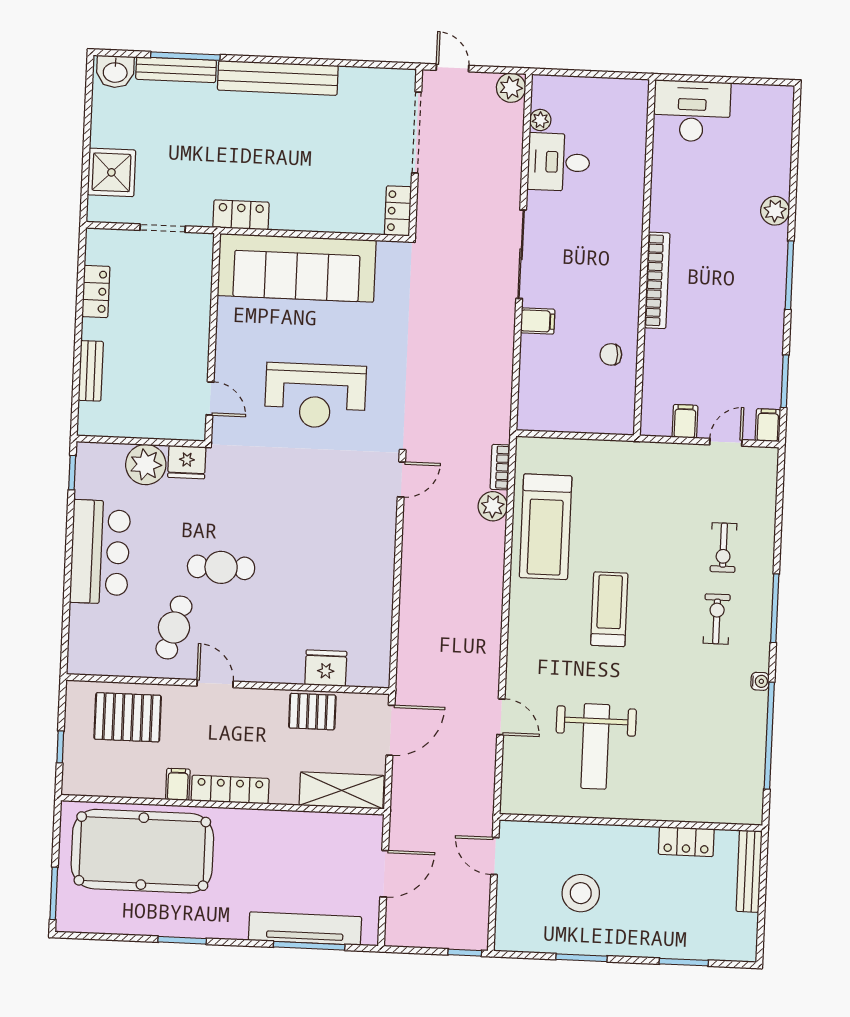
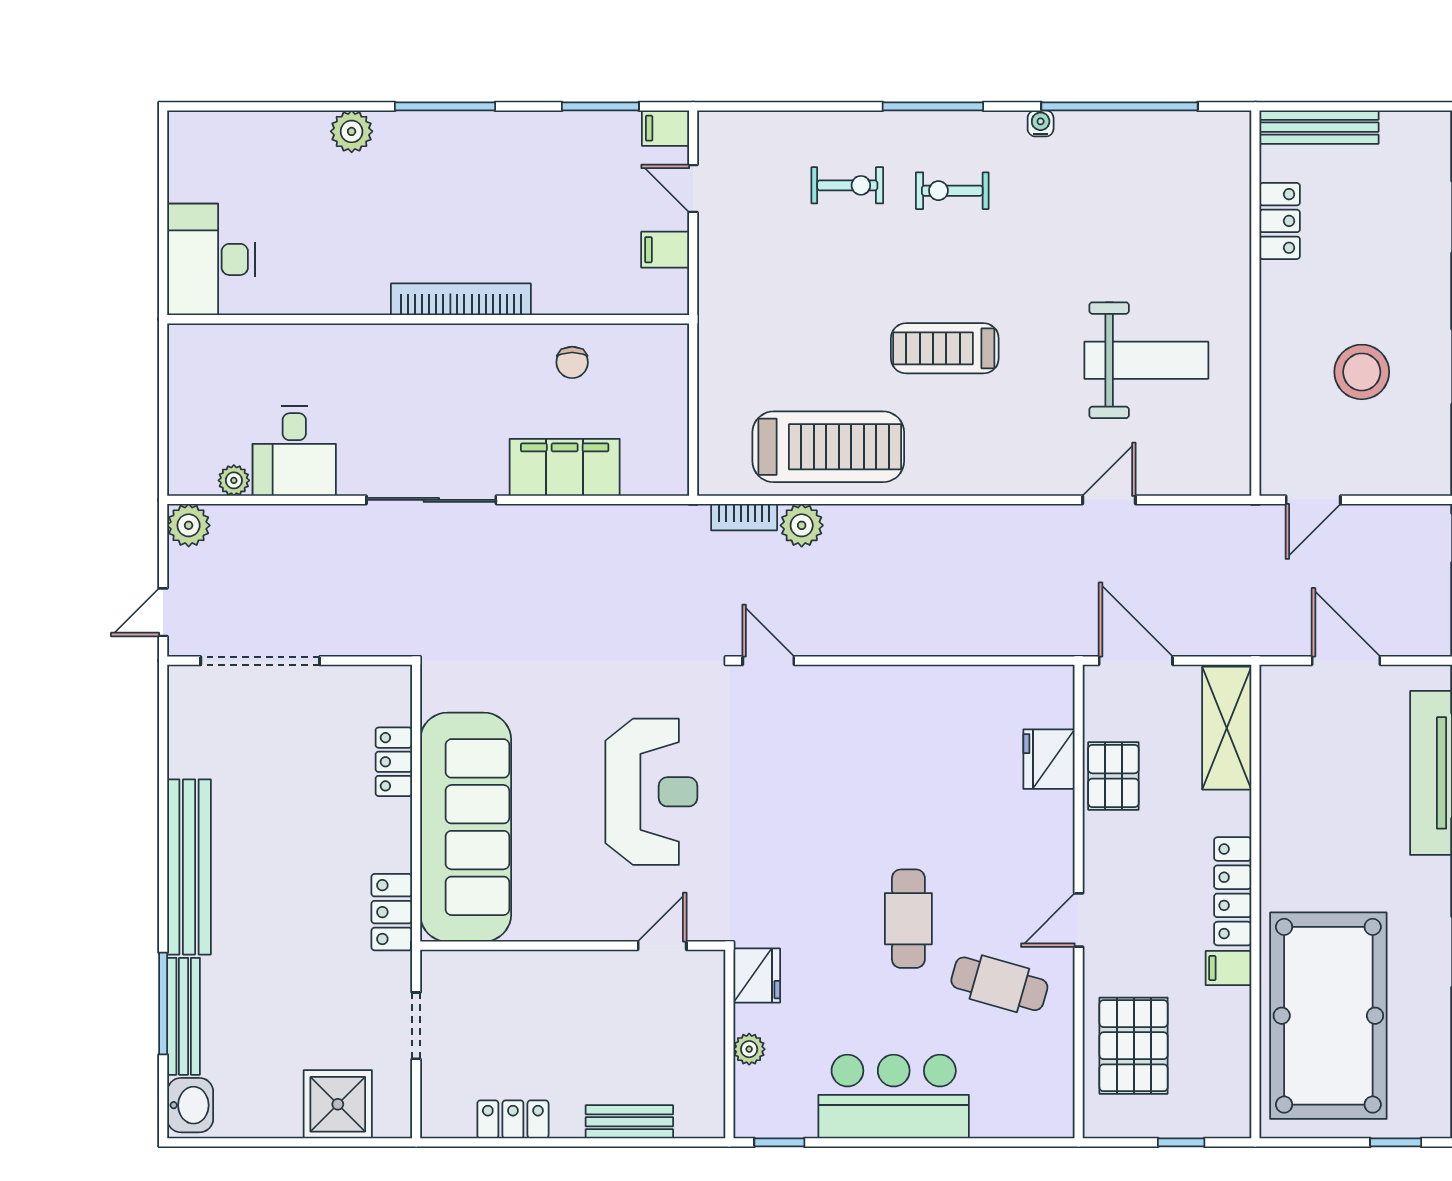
locker: (398, 211) -> (394, 762), moved, turned 90
filing cabinet: (538, 321) -> (565, 467), width x3.00, depth x1.17
plant: (146, 465) -> (749, 1049), width x0.53, depth x0.53
window: (54, 893) -> (1396, 1142), width x0.67

